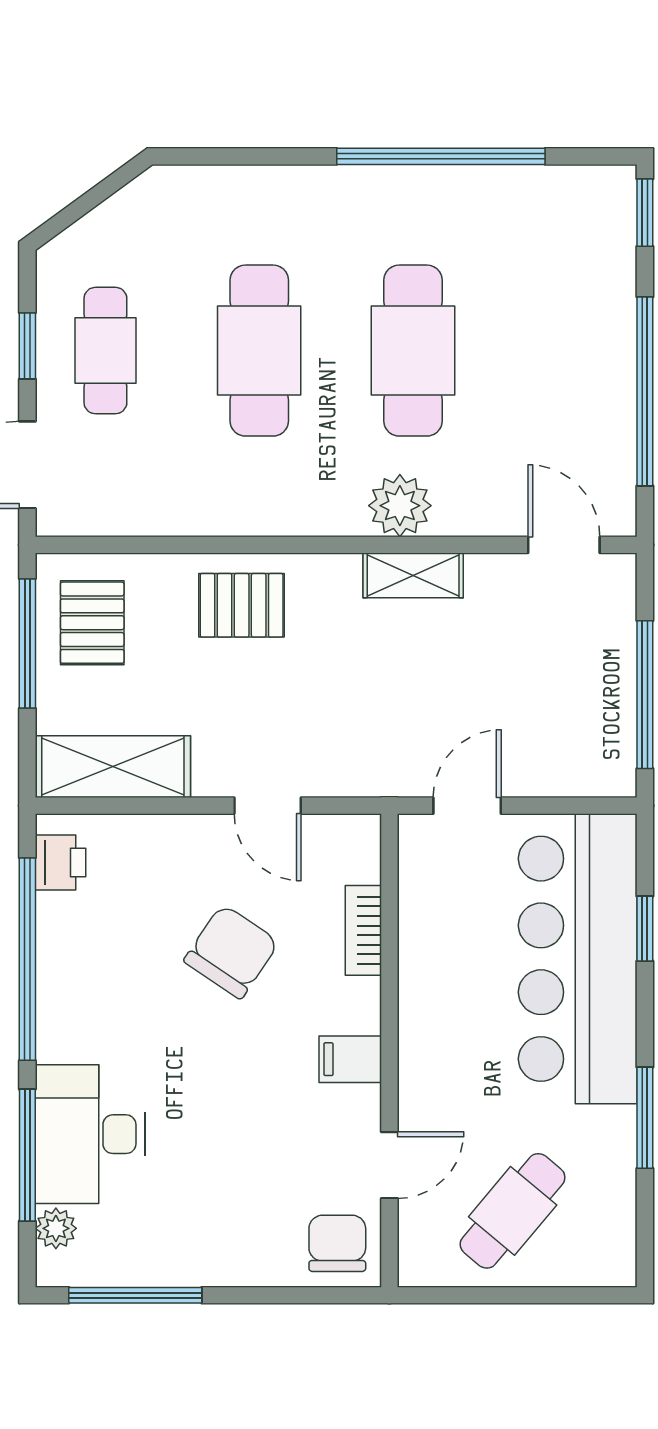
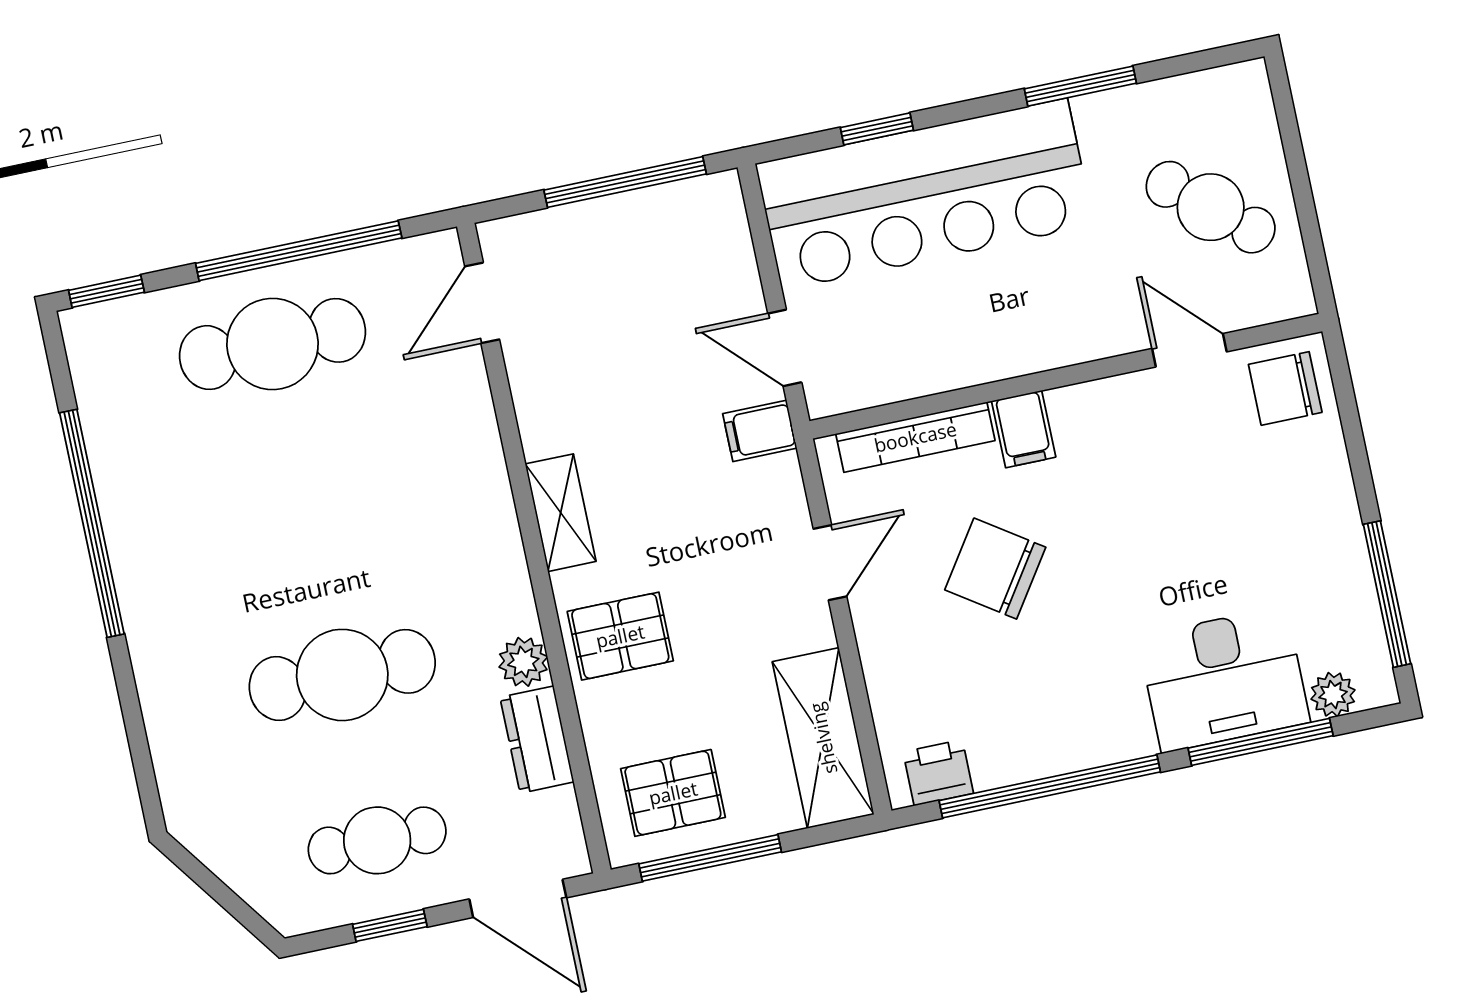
cafe table: (413, 351) -> (272, 344), moved
plant: (400, 506) -> (523, 662), moved, width x0.73, depth x0.73
dresser: (165, 512) -> (537, 740), added
shelving: (413, 575) -> (561, 513), moved
pallet: (242, 605) -> (620, 636), turned 90
filing cabinet: (398, 768) -> (760, 431), added
bookcase: (363, 930) -> (915, 437), width x1.56
filing cabinet: (350, 1059) -> (1024, 429), moved

